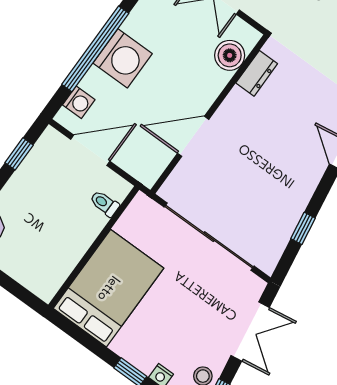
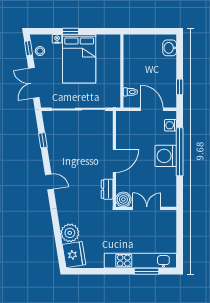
boiler: (230, 55) -> (123, 199), moved
door: (193, 136) -> (114, 161), moved
door: (90, 150) -> (152, 109), swing flipped
bed: (108, 288) -> (79, 59), moved

